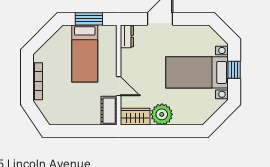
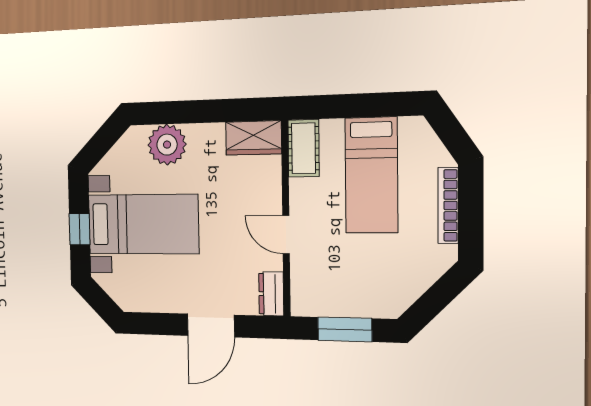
bed: (85, 53) -> (371, 175), moved, turned 180
door: (119, 86) -> (286, 235), moved
plant: (162, 114) -> (167, 145), moved

